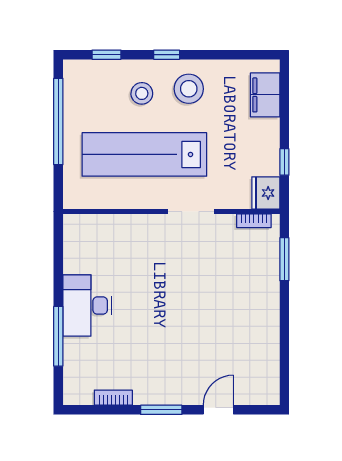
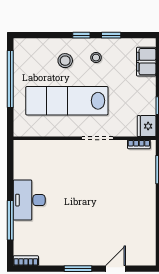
window: (107, 55) -> (111, 35), moved
stool: (189, 89) -> (96, 58), width x0.53, depth x0.53
bookcase: (113, 398) -> (26, 261), moved

